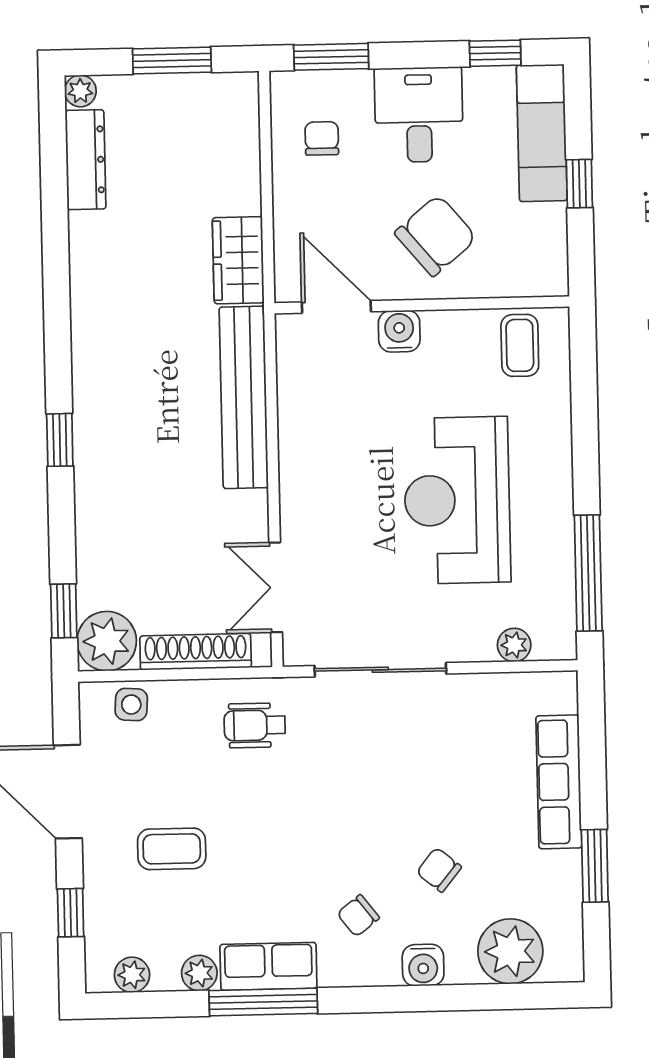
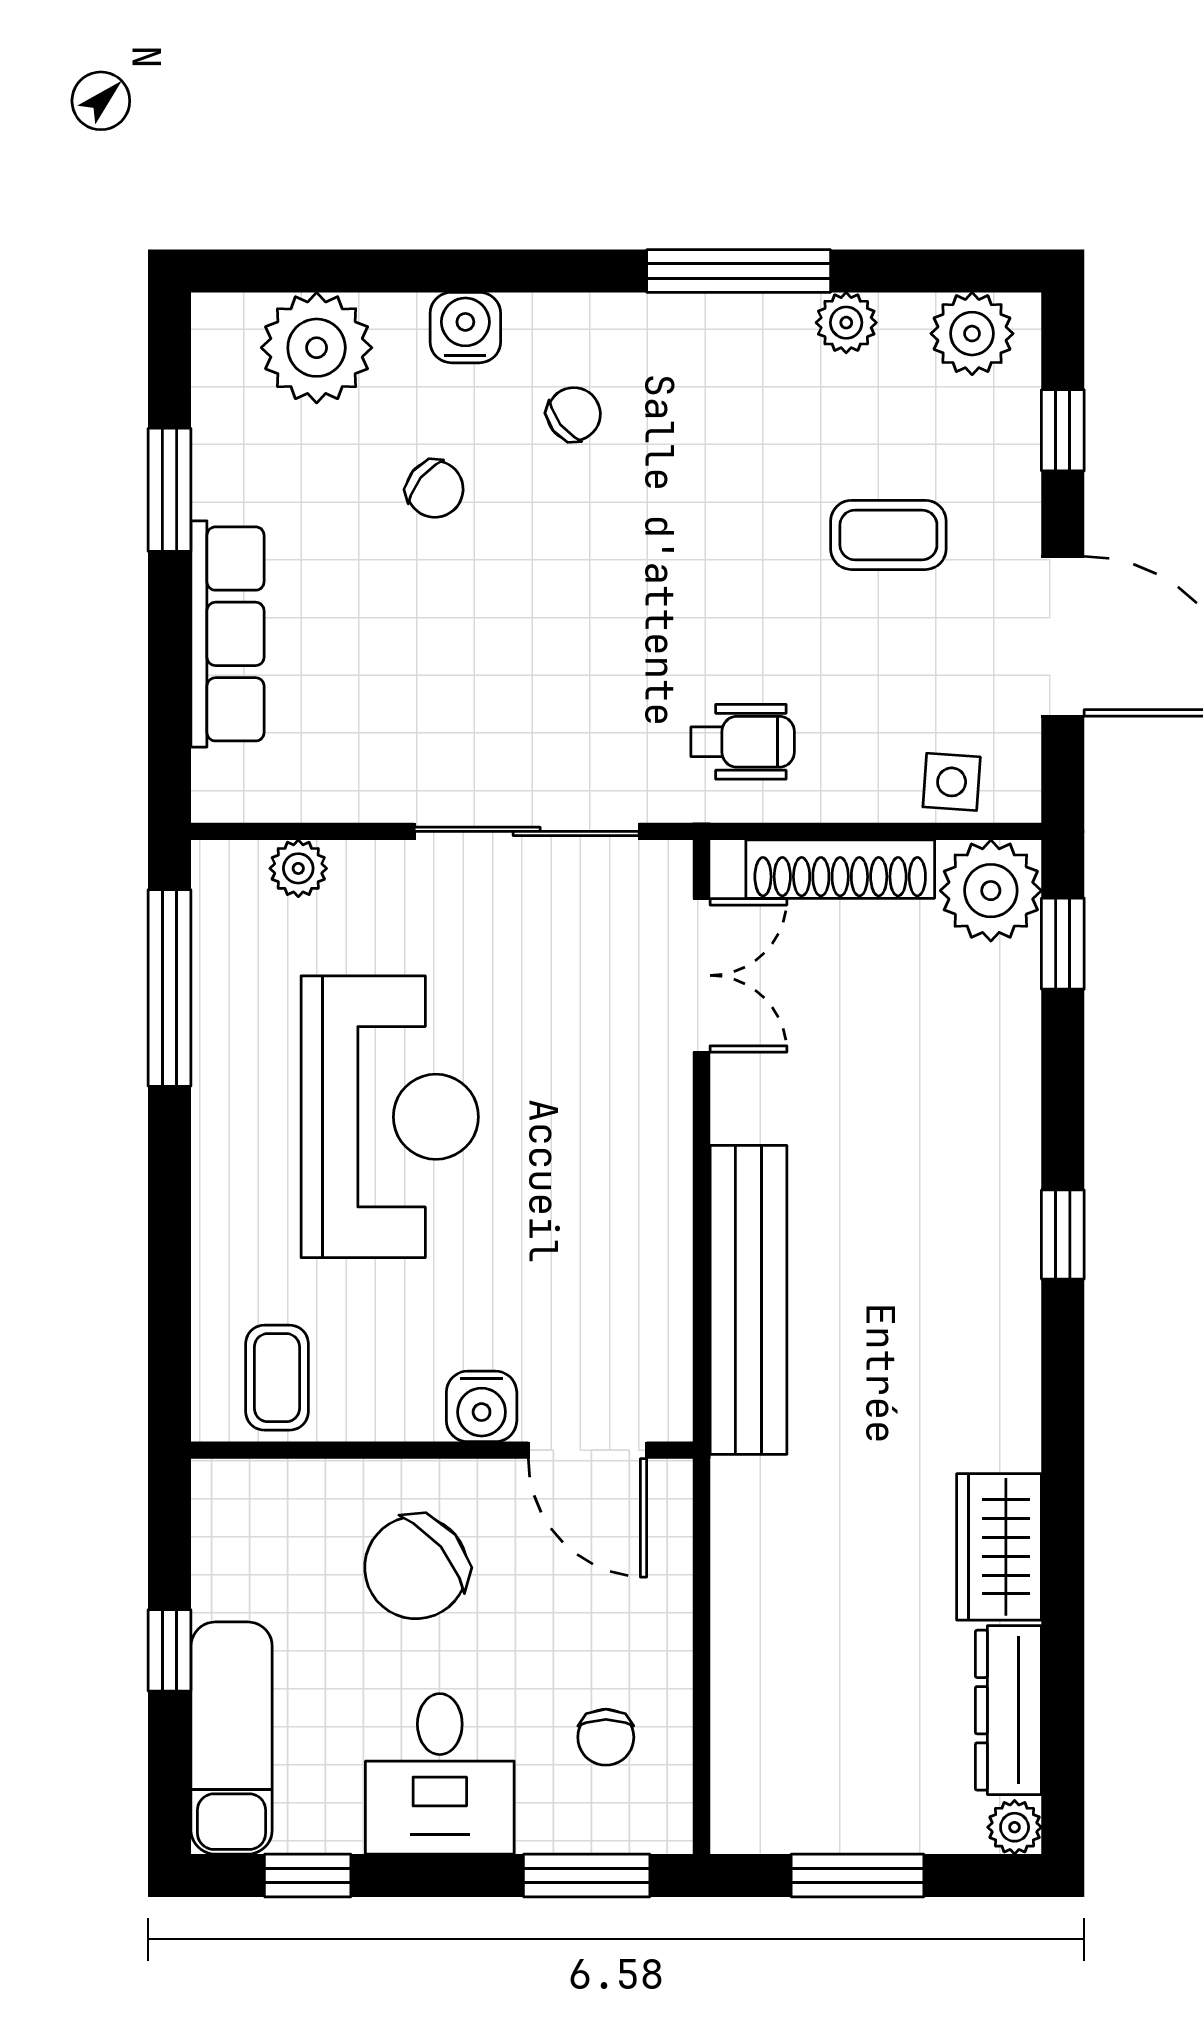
wardrobe: (238, 260) -> (999, 1547), moved, turned 180
row of seats: (268, 966) -> (728, 331), removed
plant: (132, 975) -> (972, 334), width x1.38, depth x1.38

